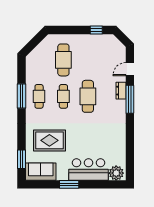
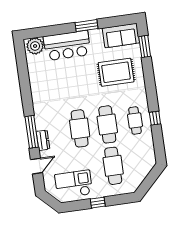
window: (96, 30) -> (98, 203), moved
checkout: (100, 49) -> (74, 184), added
window: (21, 96) -> (155, 118), width x0.46
cafe table: (63, 96) -> (107, 124), width x1.37, depth x1.35

